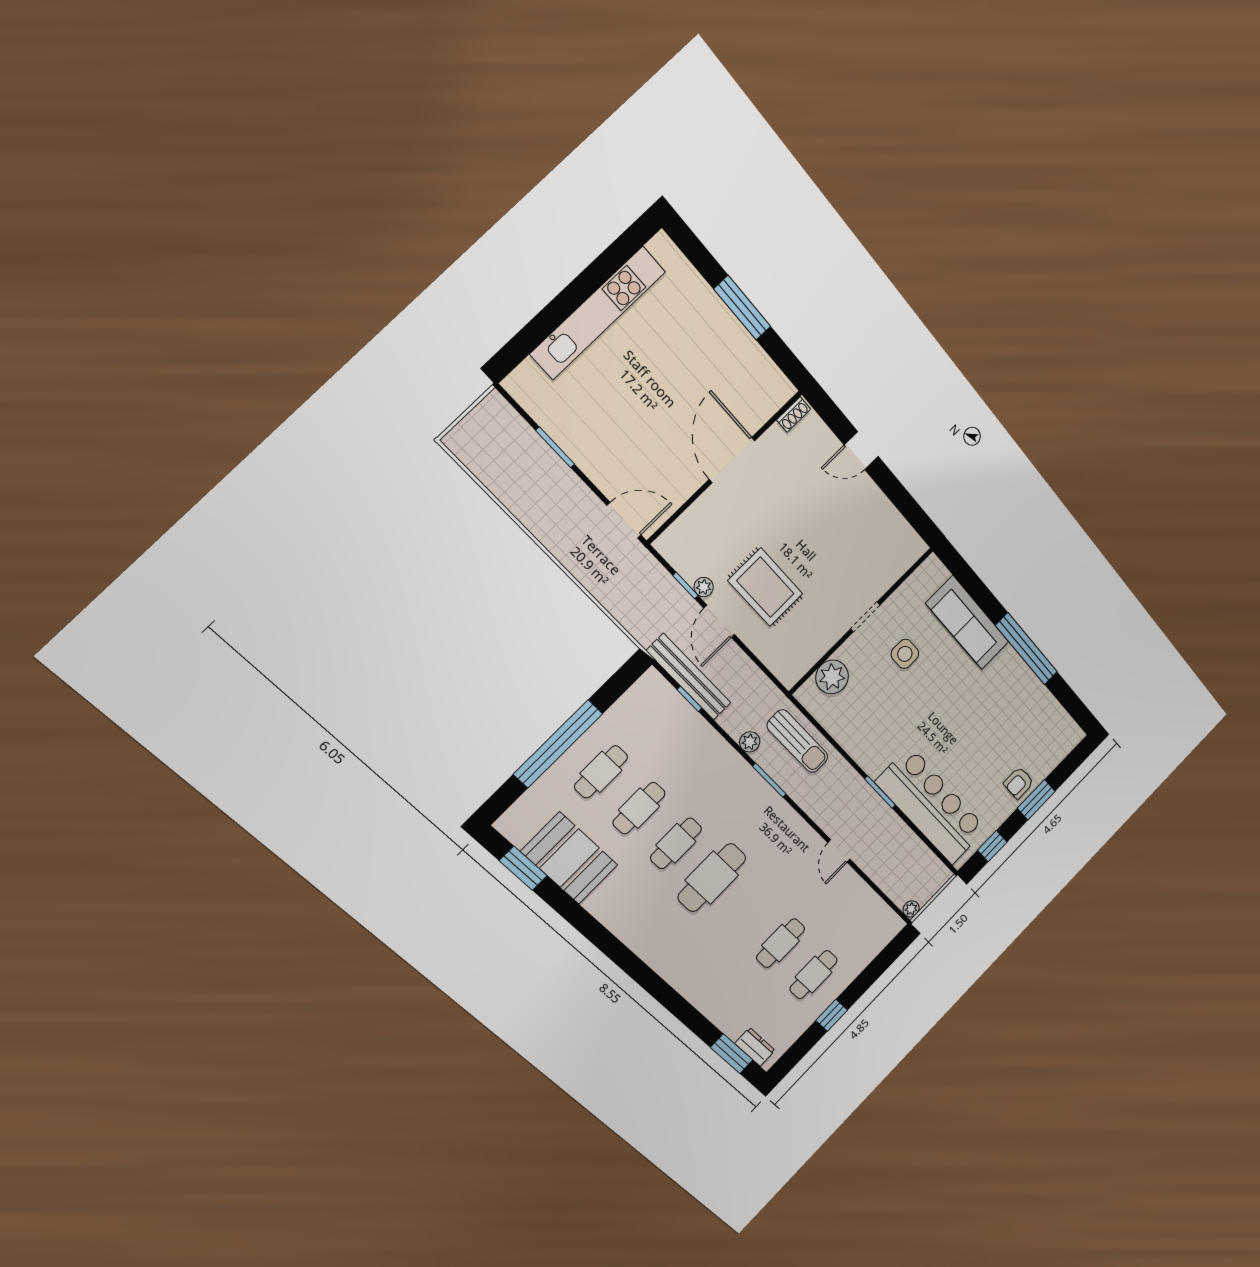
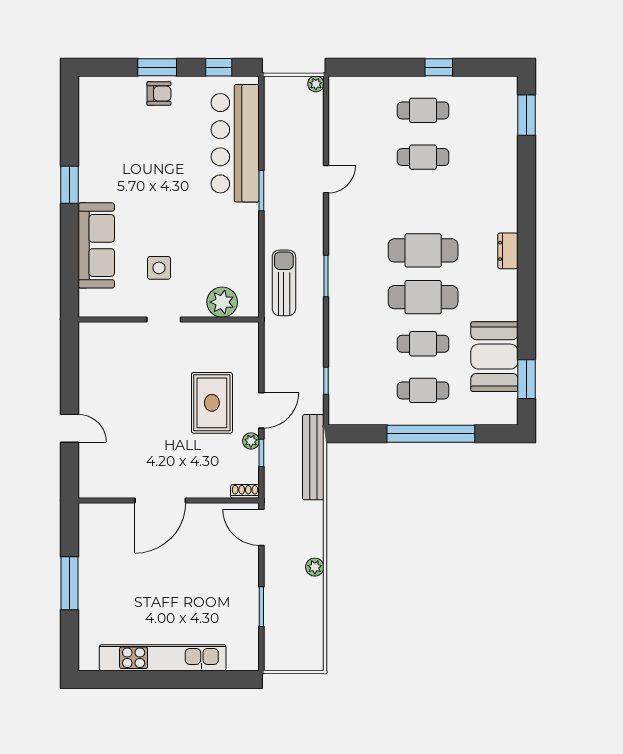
shoe rack: (794, 415) -> (245, 491), moved
window: (1026, 649) -> (70, 185), width x0.47
bench: (689, 677) -> (313, 457), moved
plant: (750, 742) -> (315, 567), moved
cafe table: (676, 843) -> (423, 297), width x1.37, depth x1.35
dresser: (755, 1047) -> (508, 251), moved

